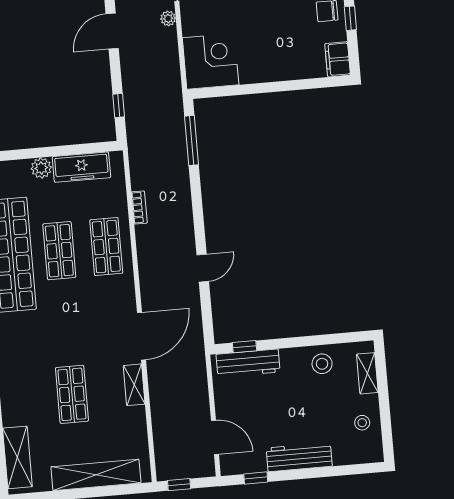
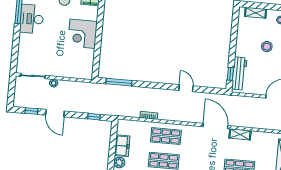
corner desk: (211, 61) -> (82, 34), moved, turned -90
freezer: (81, 167) -> (122, 146), width x0.71
stool: (322, 364) -> (267, 47), moved

